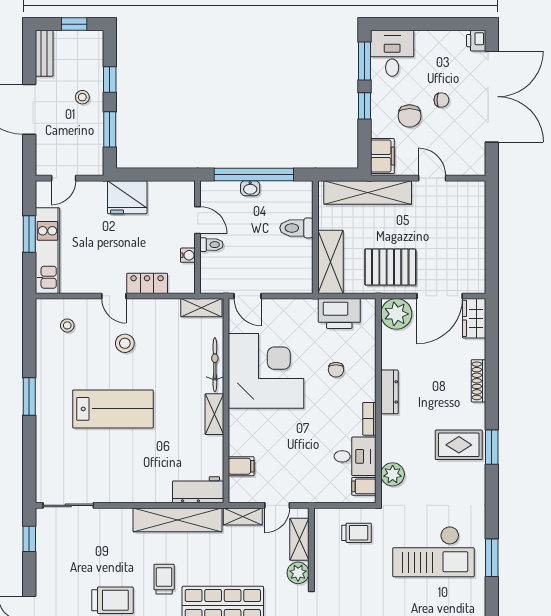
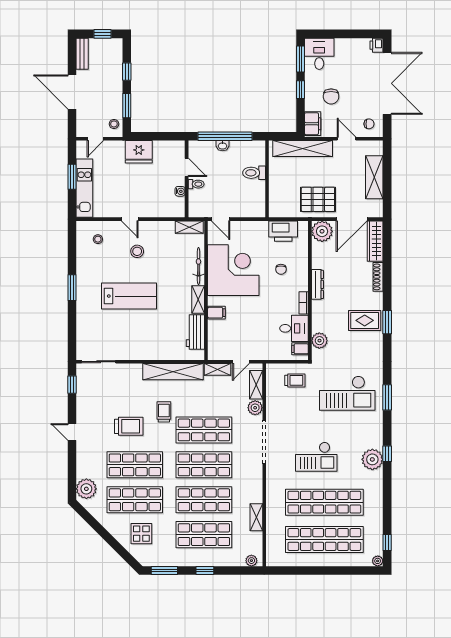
stool: (82, 97) -> (114, 124), moved
chair: (441, 100) -> (369, 124), moved
shelving: (331, 262) -> (374, 177), moved
locker: (147, 283) -> (152, 210), removed
wardrobe: (474, 318) -> (375, 241), width x1.50
filing cabinet: (241, 466) -> (216, 313), moved
workbench: (198, 490) -> (195, 332), moved, turned -90

